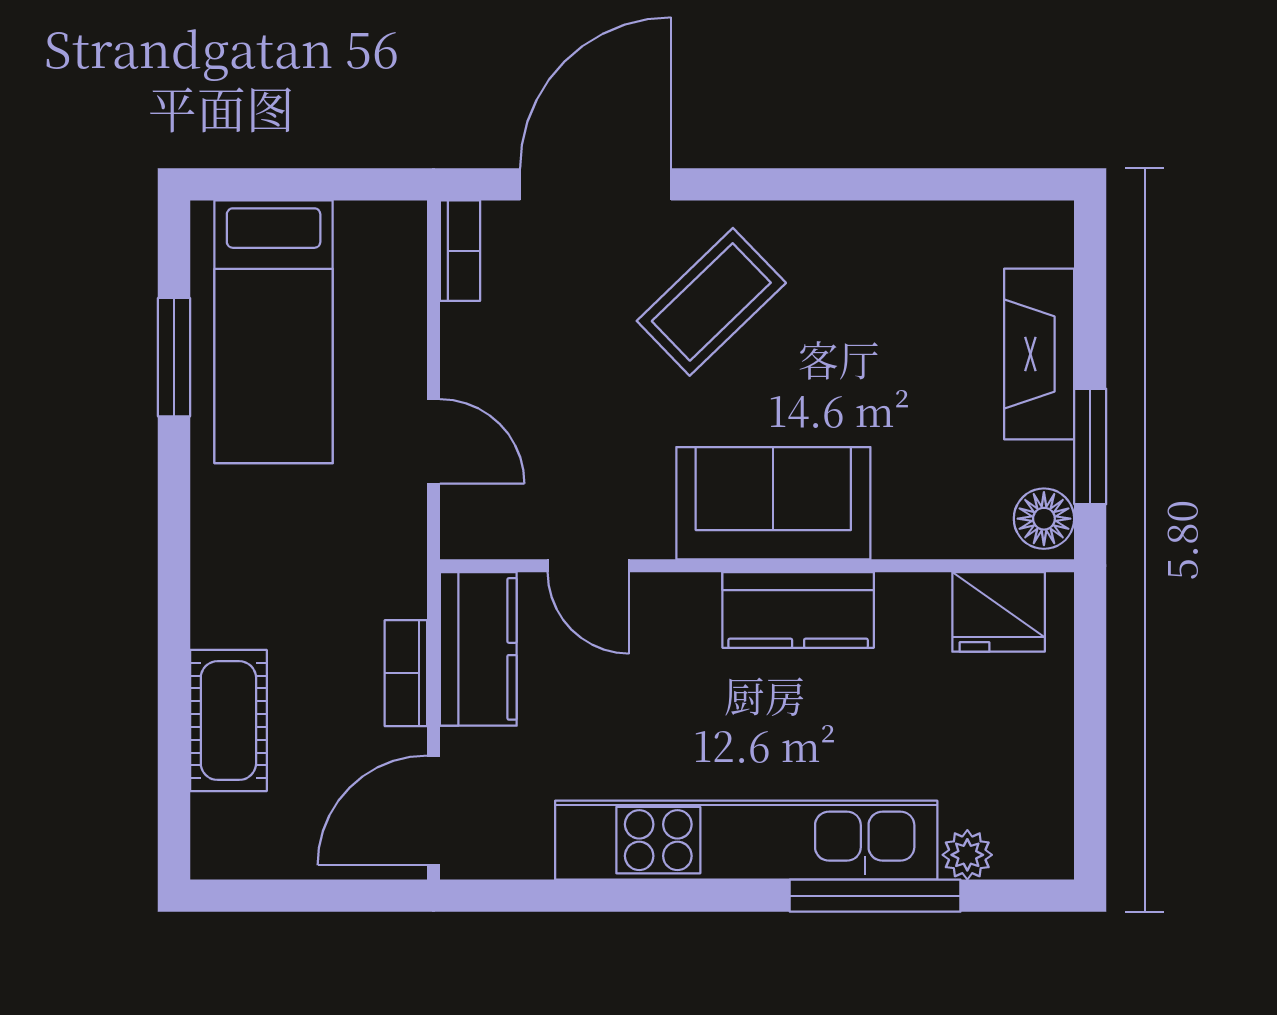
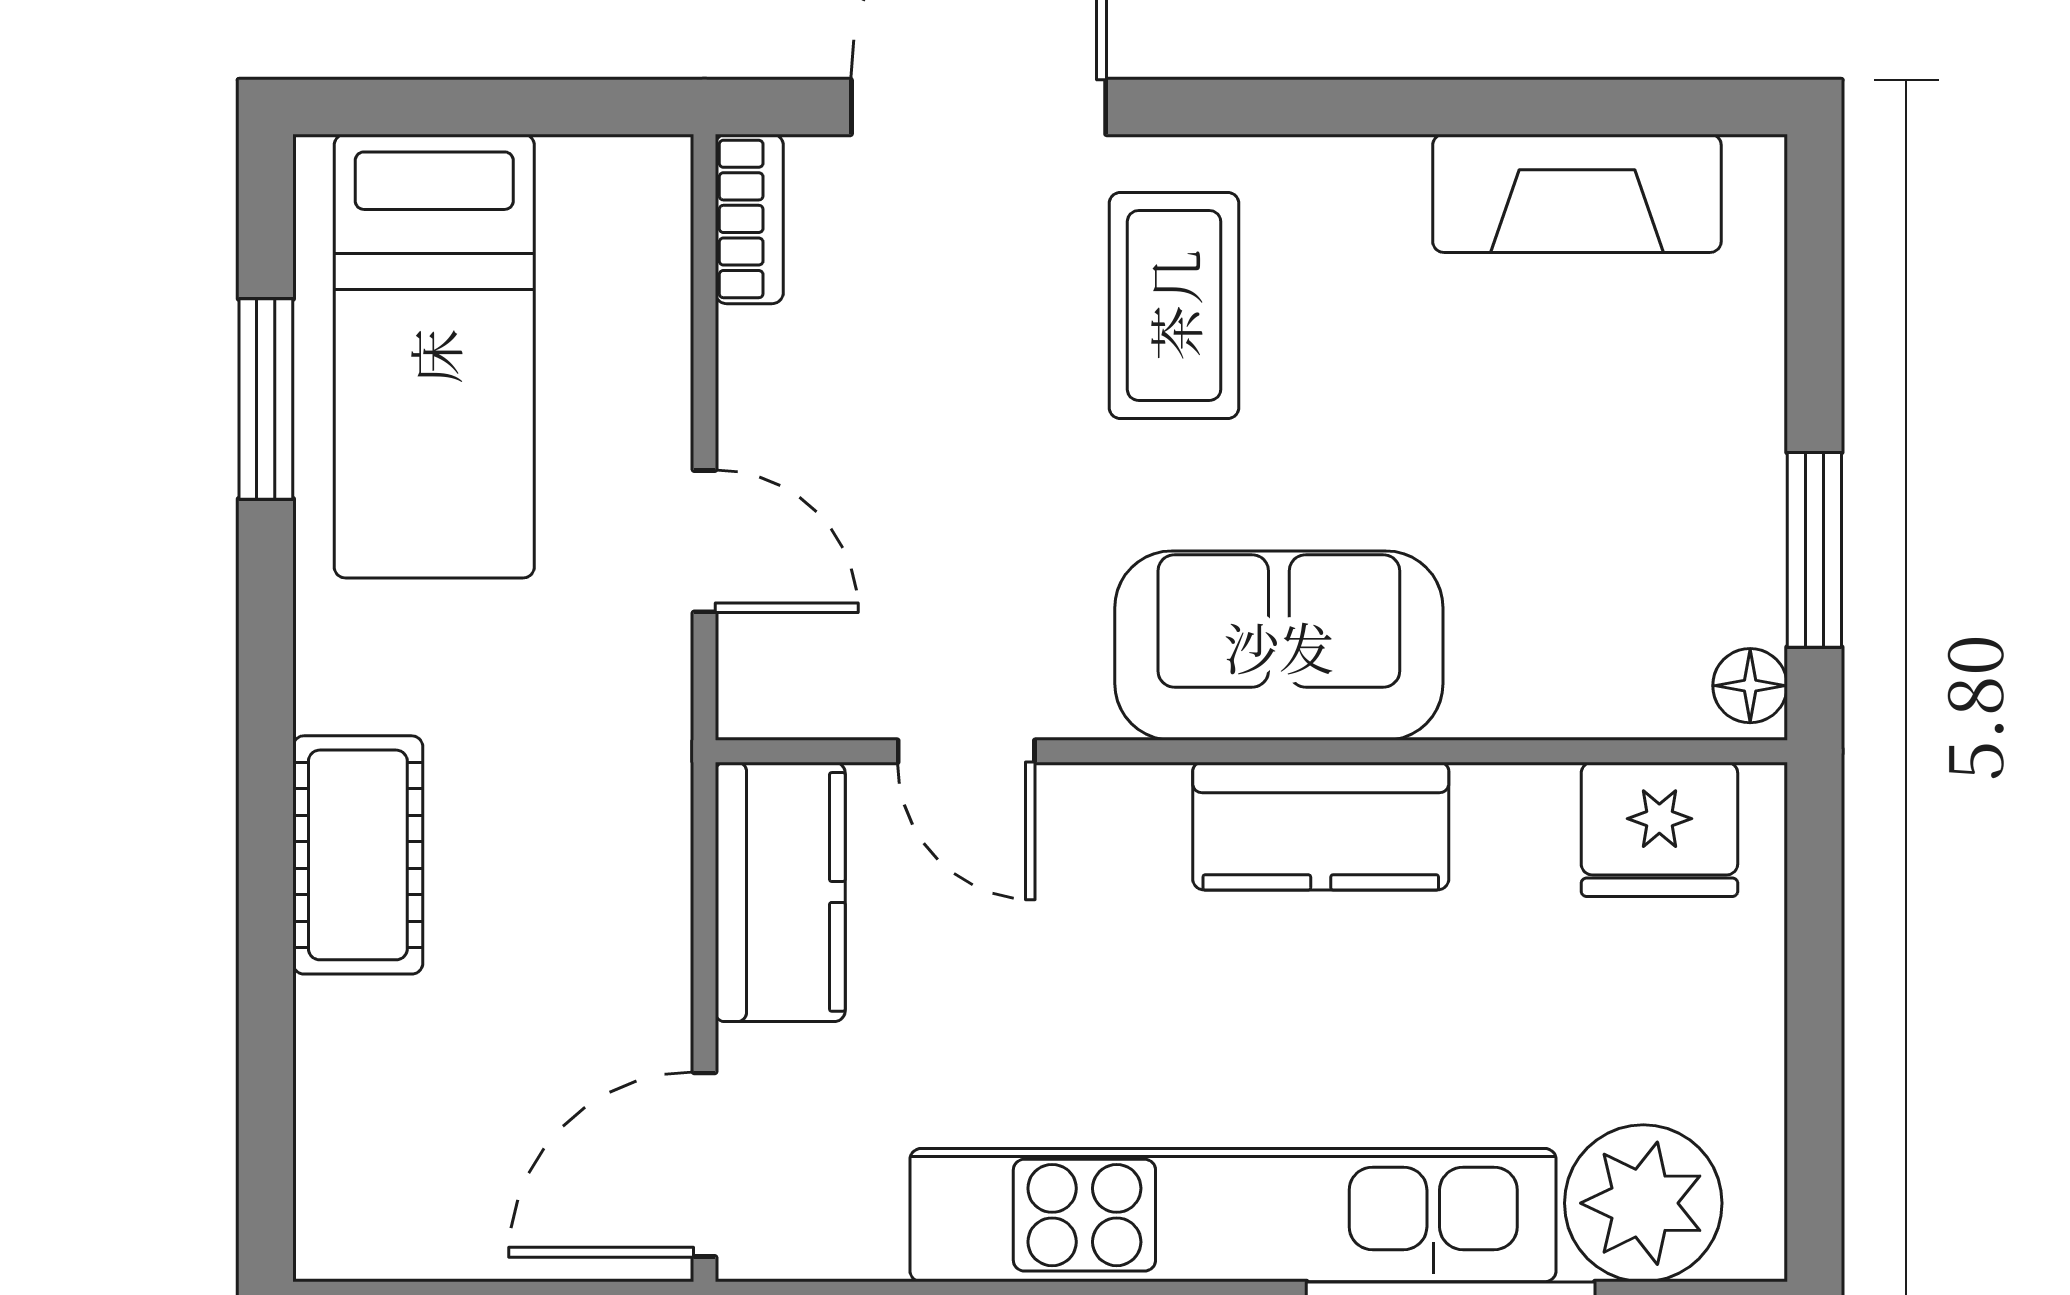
coffee table: (711, 302) -> (1174, 305), turned -46
fireplace: (1039, 354) -> (1577, 193), moved, turned -90
floor lamp: (1044, 519) -> (1750, 686), width x0.73, depth x0.73
bookcase: (406, 673) -> (658, 933), removed
cot: (228, 721) -> (358, 855), moved
plant: (967, 855) -> (1643, 1203), width x1.88, depth x1.88

